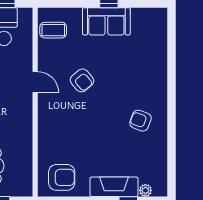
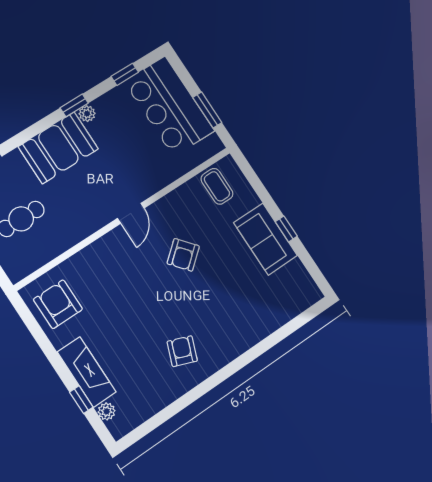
door: (35, 82) -> (131, 213), moved
armchair: (62, 177) -> (58, 304), turned 180

